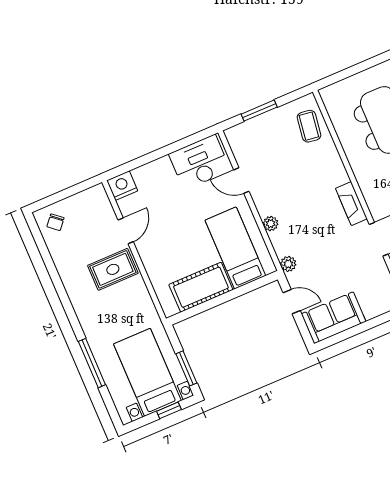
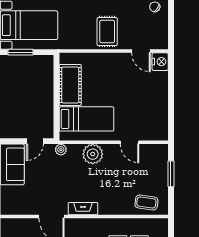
desk: (200, 162) -> (154, 120), removed
door: (241, 181) -> (130, 142), swing flipped
plant: (271, 224) -> (93, 154), width x1.87, depth x1.87
door: (126, 231) -> (141, 51), moved

